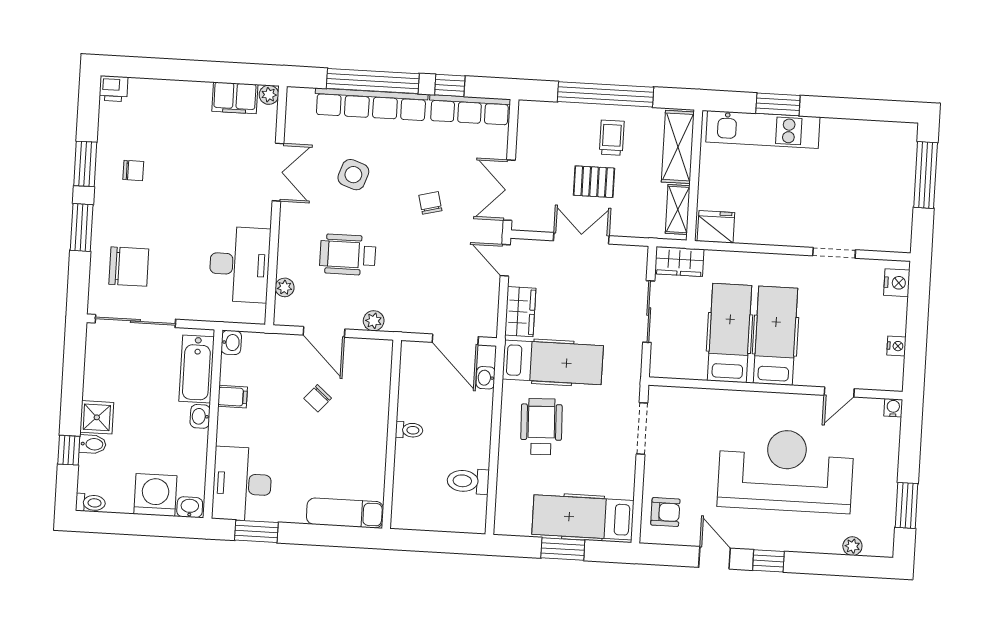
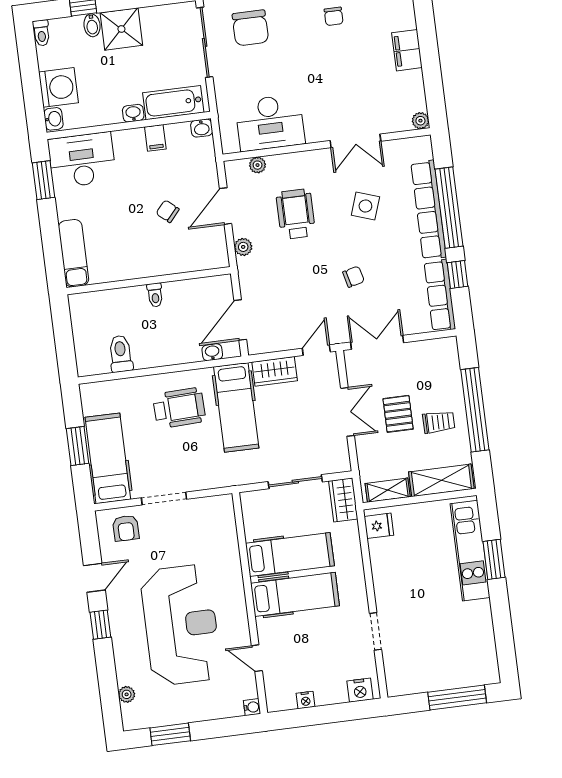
filing cabinet: (235, 98) -> (407, 50), moved
fridge: (716, 227) -> (379, 526), width x0.72
shower: (97, 417) -> (121, 29), width x1.36, depth x1.36
doorway: (642, 429) -> (164, 499), moved

